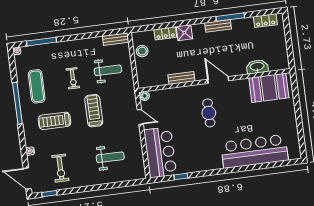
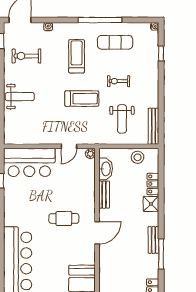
bench: (116, 39) -> (154, 126), width x1.36
window: (42, 42) -> (161, 54), width x0.46
washbasin: (257, 67) -> (106, 169), moved
weight bench: (110, 157) -> (20, 97), moved, turned -90

